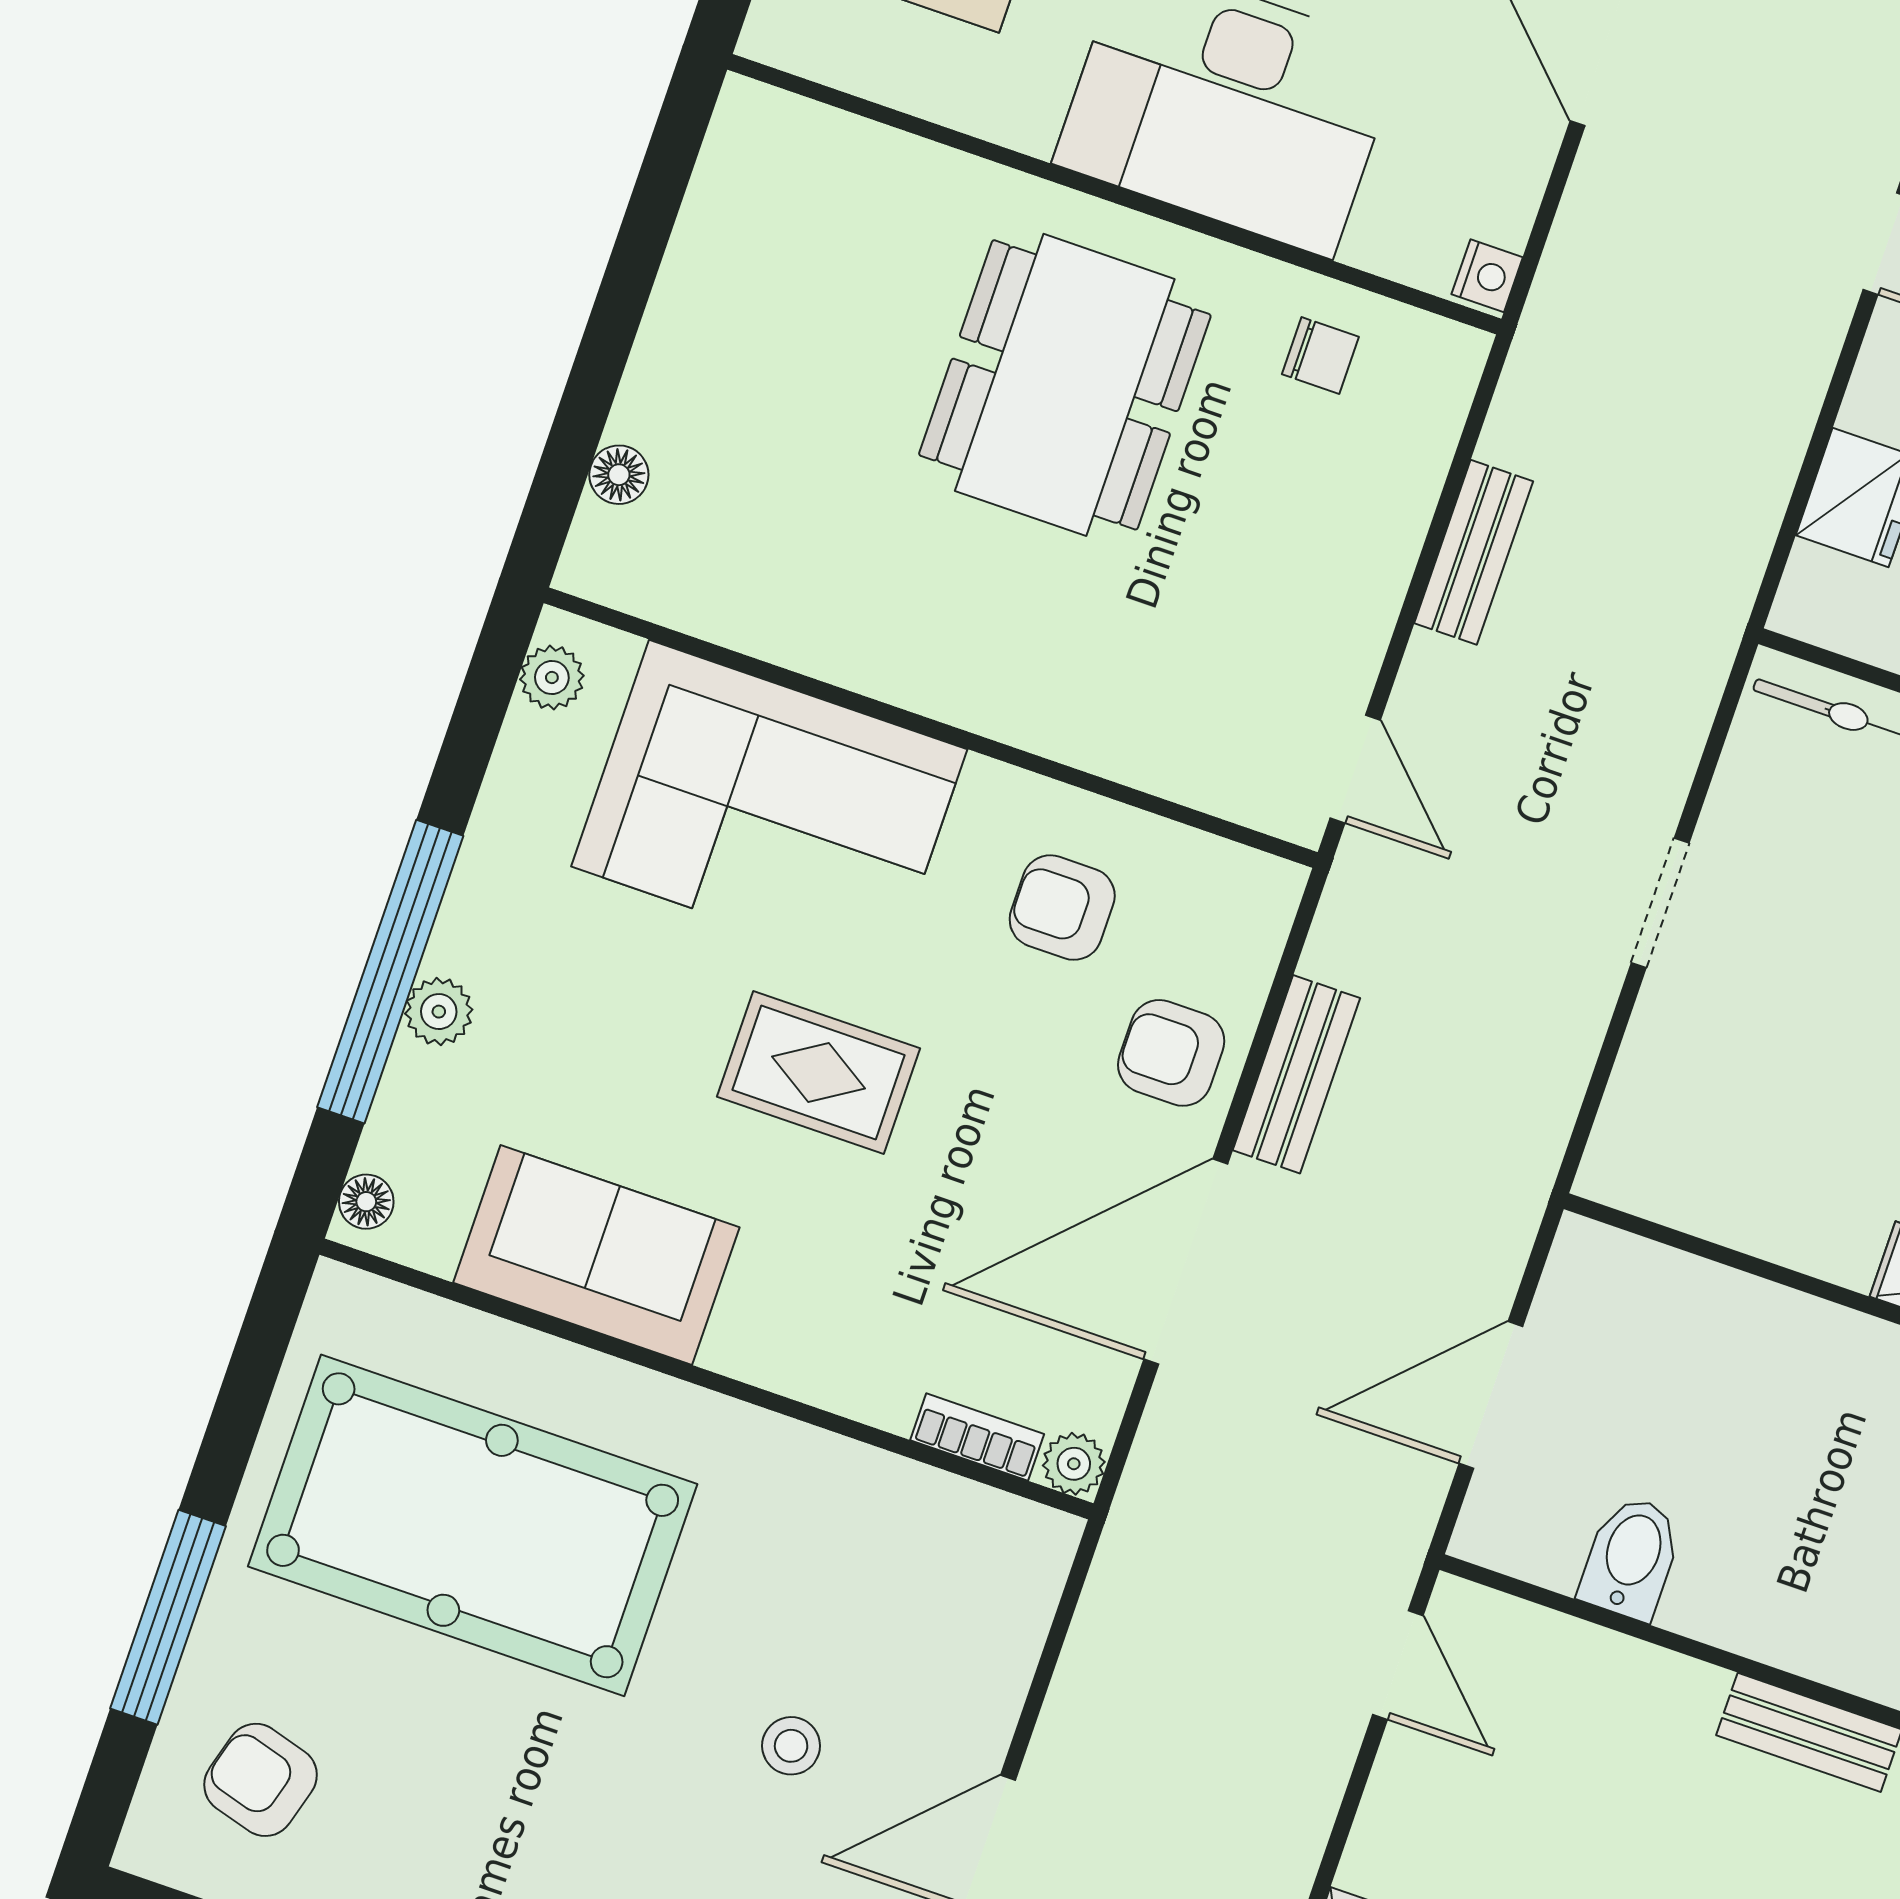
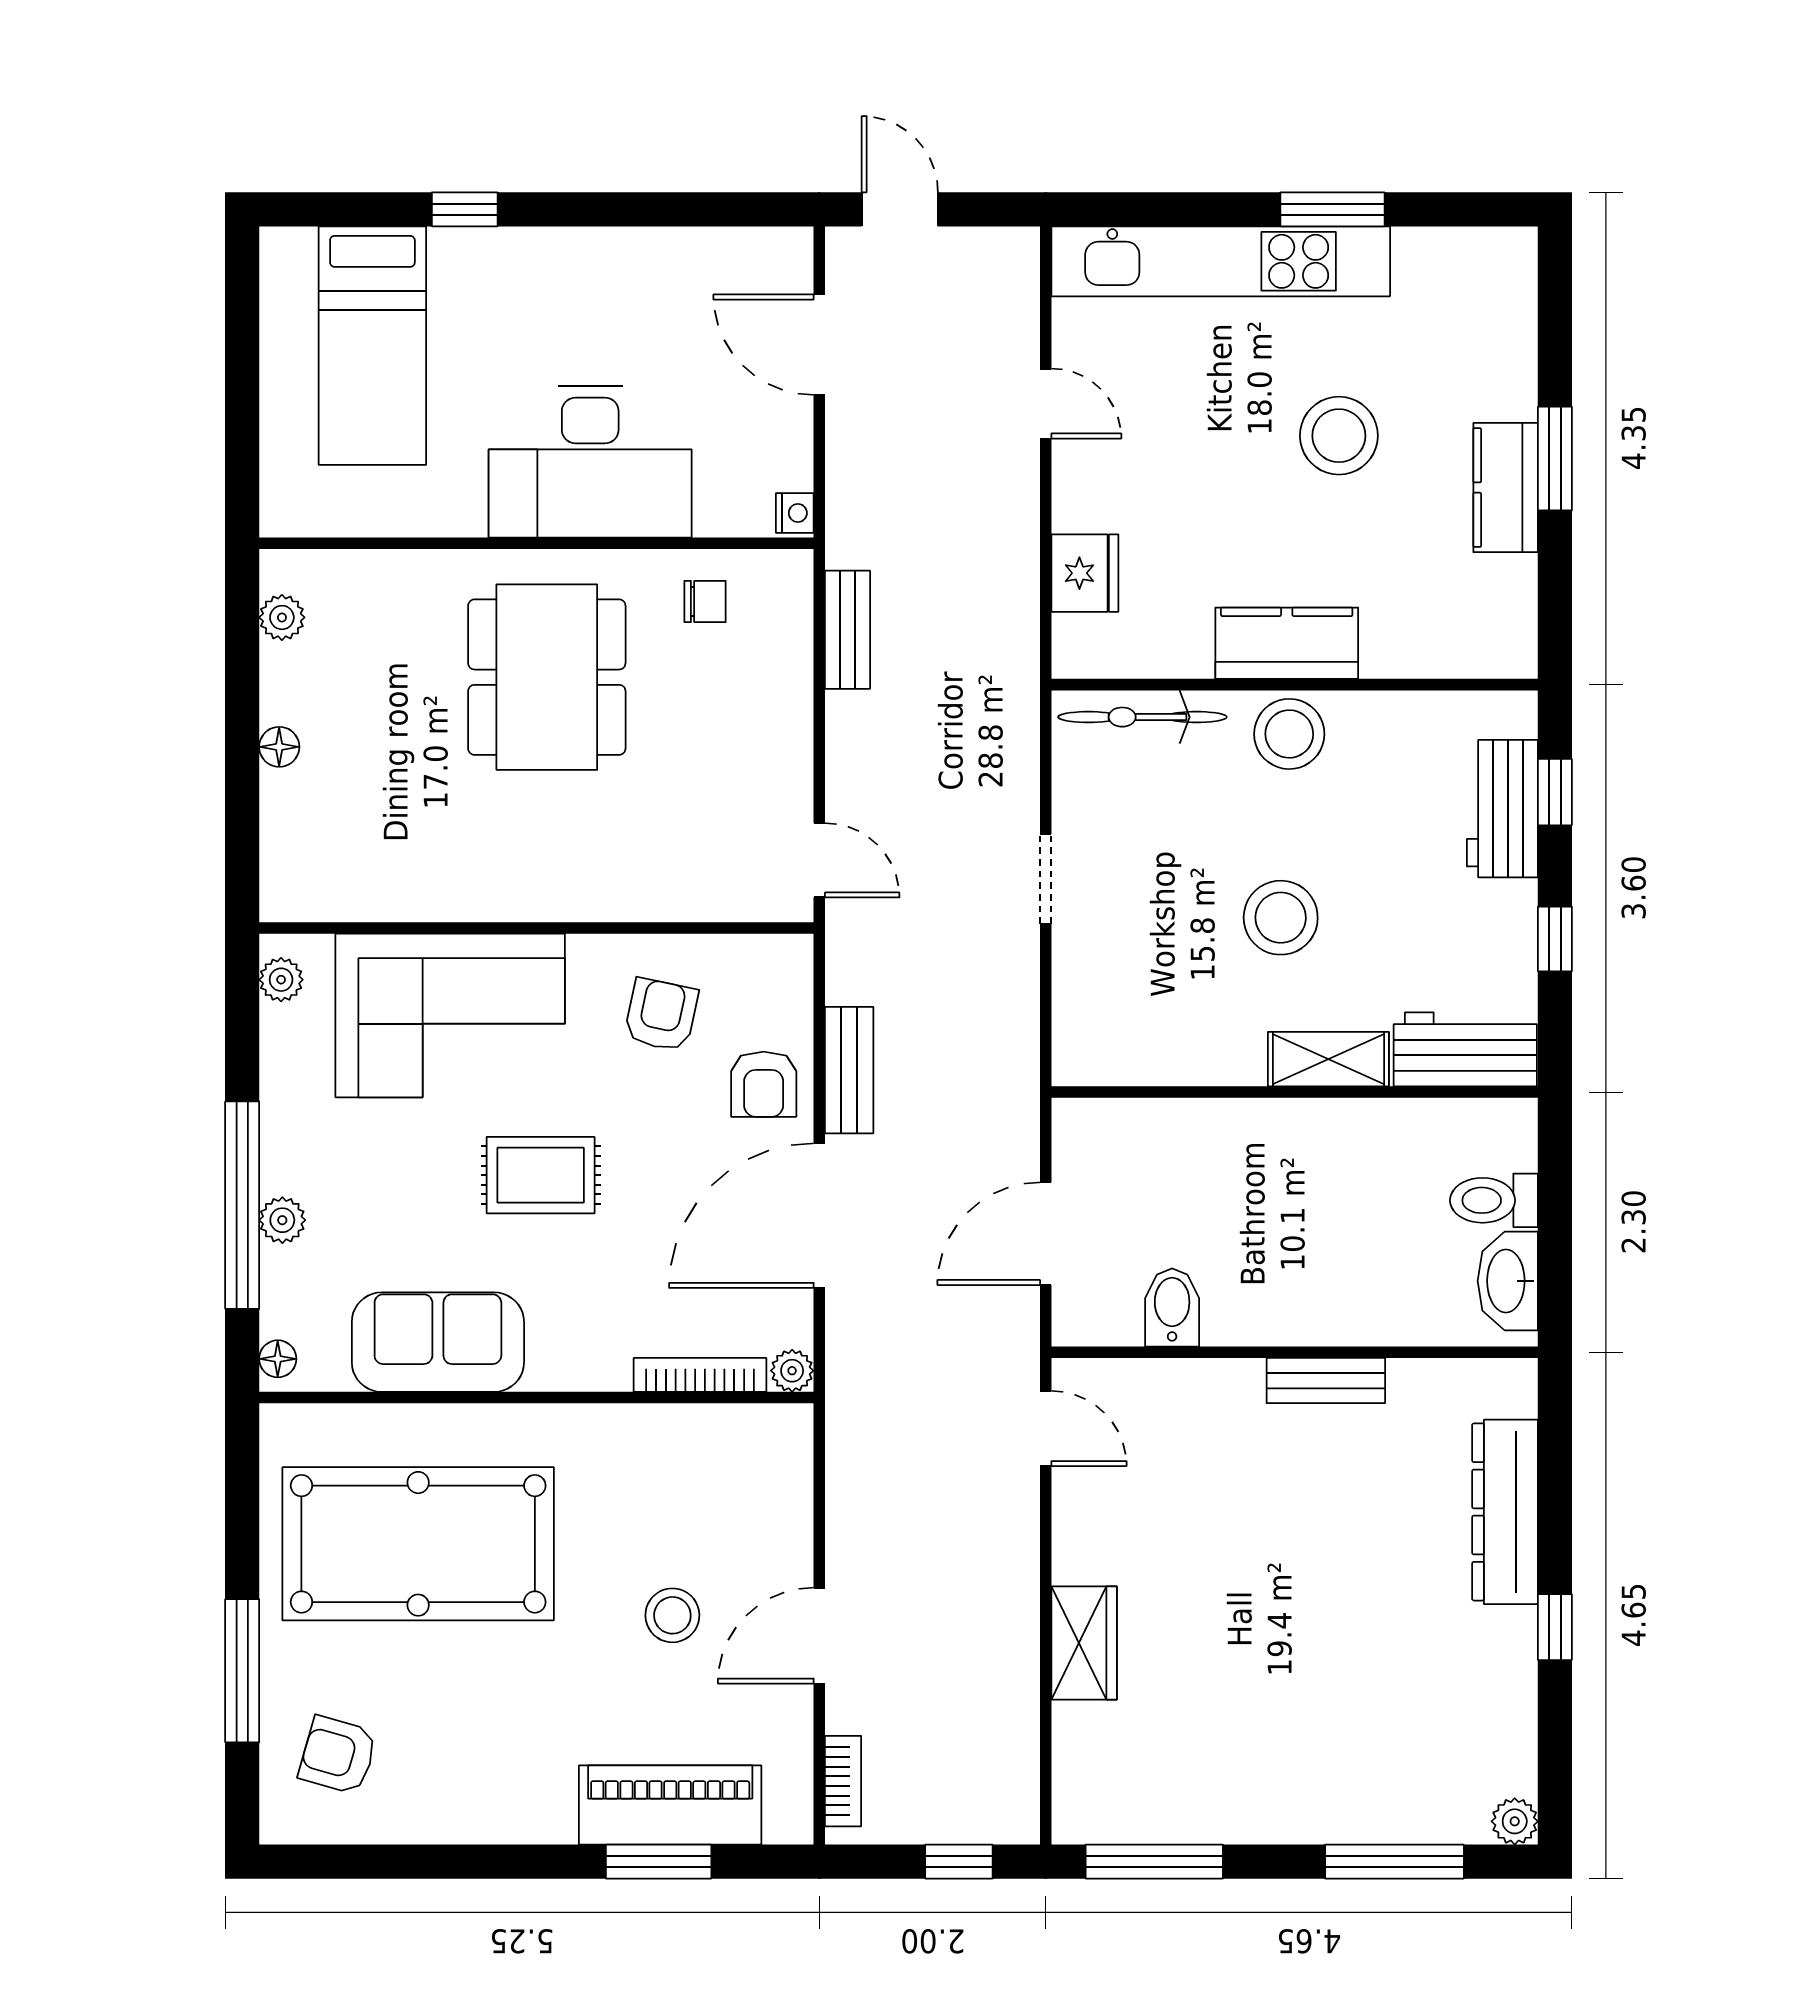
plant: (726, 176) -> (282, 617), added
floor lamp: (619, 475) -> (279, 747), moved
bench: (1474, 552) -> (848, 630), moved
armchair: (1062, 908) -> (661, 1015), turned 102
armchair: (1171, 1053) -> (764, 1084), turned -90
bookcase: (977, 1437) -> (700, 1375), width x1.56
stool: (791, 1746) -> (672, 1615), width x1.37, depth x1.37

